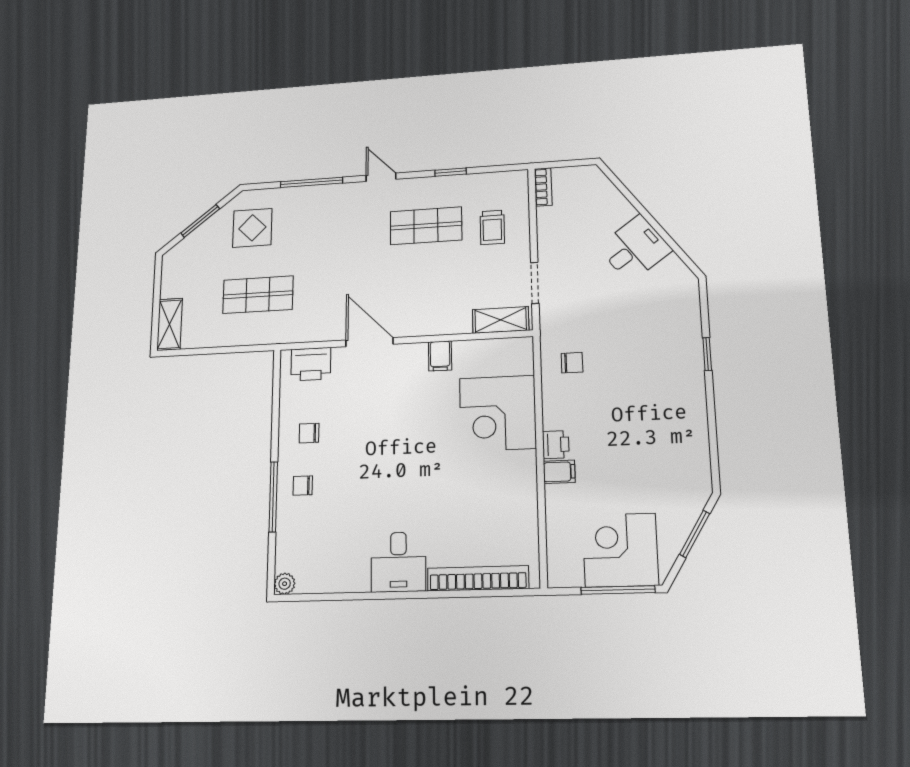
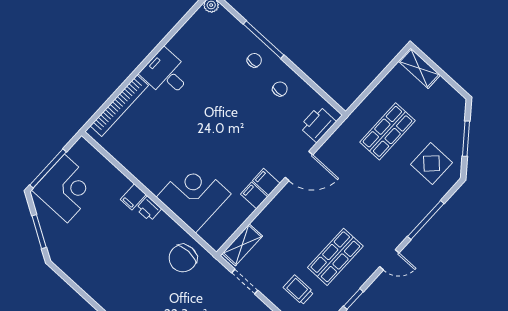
filing cabinet: (415, 357) -> (266, 182), added
chair: (572, 363) -> (183, 258), width x1.87, depth x1.87

